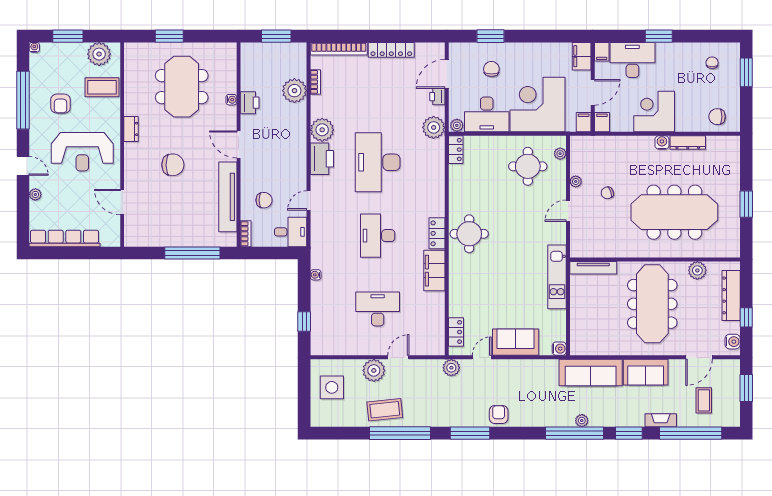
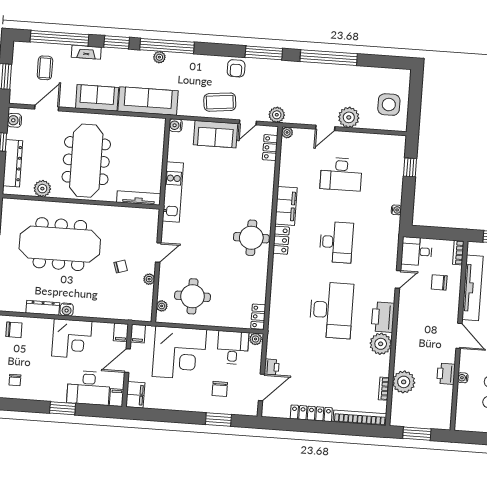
desk: (487, 114) -> (233, 348), width x0.73
plant: (434, 127) -> (287, 132), moved, width x0.53, depth x0.53
coffee table: (385, 410) -> (220, 102), moved

